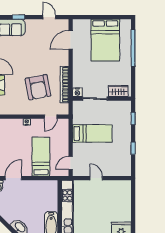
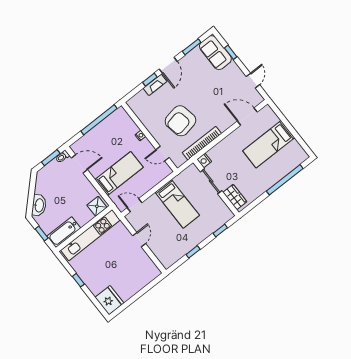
bed: (105, 40) -> (269, 144), width x0.67
shower: (51, 189) -> (97, 206), added

